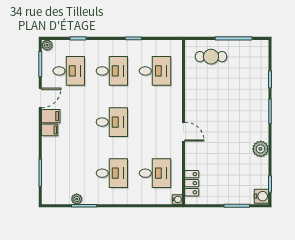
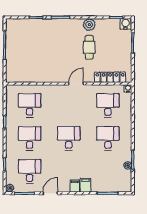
cafe table: (211, 57) -> (89, 47), moved
door: (40, 98) -> (50, 193), hinge flipped
filing cabinet: (51, 116) -> (85, 185), moved
locker: (192, 183) -> (110, 77), width x1.53

